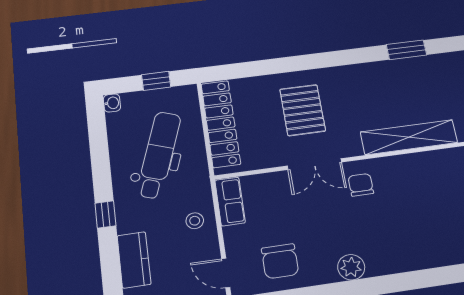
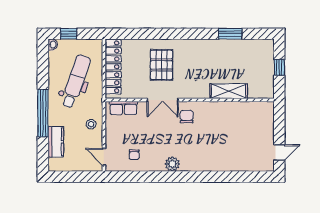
window: (156, 81) -> (69, 34), moved
shelving: (409, 137) -> (229, 91), width x0.68
row of seats: (230, 201) -> (123, 108), moved, turned 90
window: (106, 214) -> (43, 113), width x3.17
chair: (280, 261) -> (134, 155), width x0.54, depth x0.54

